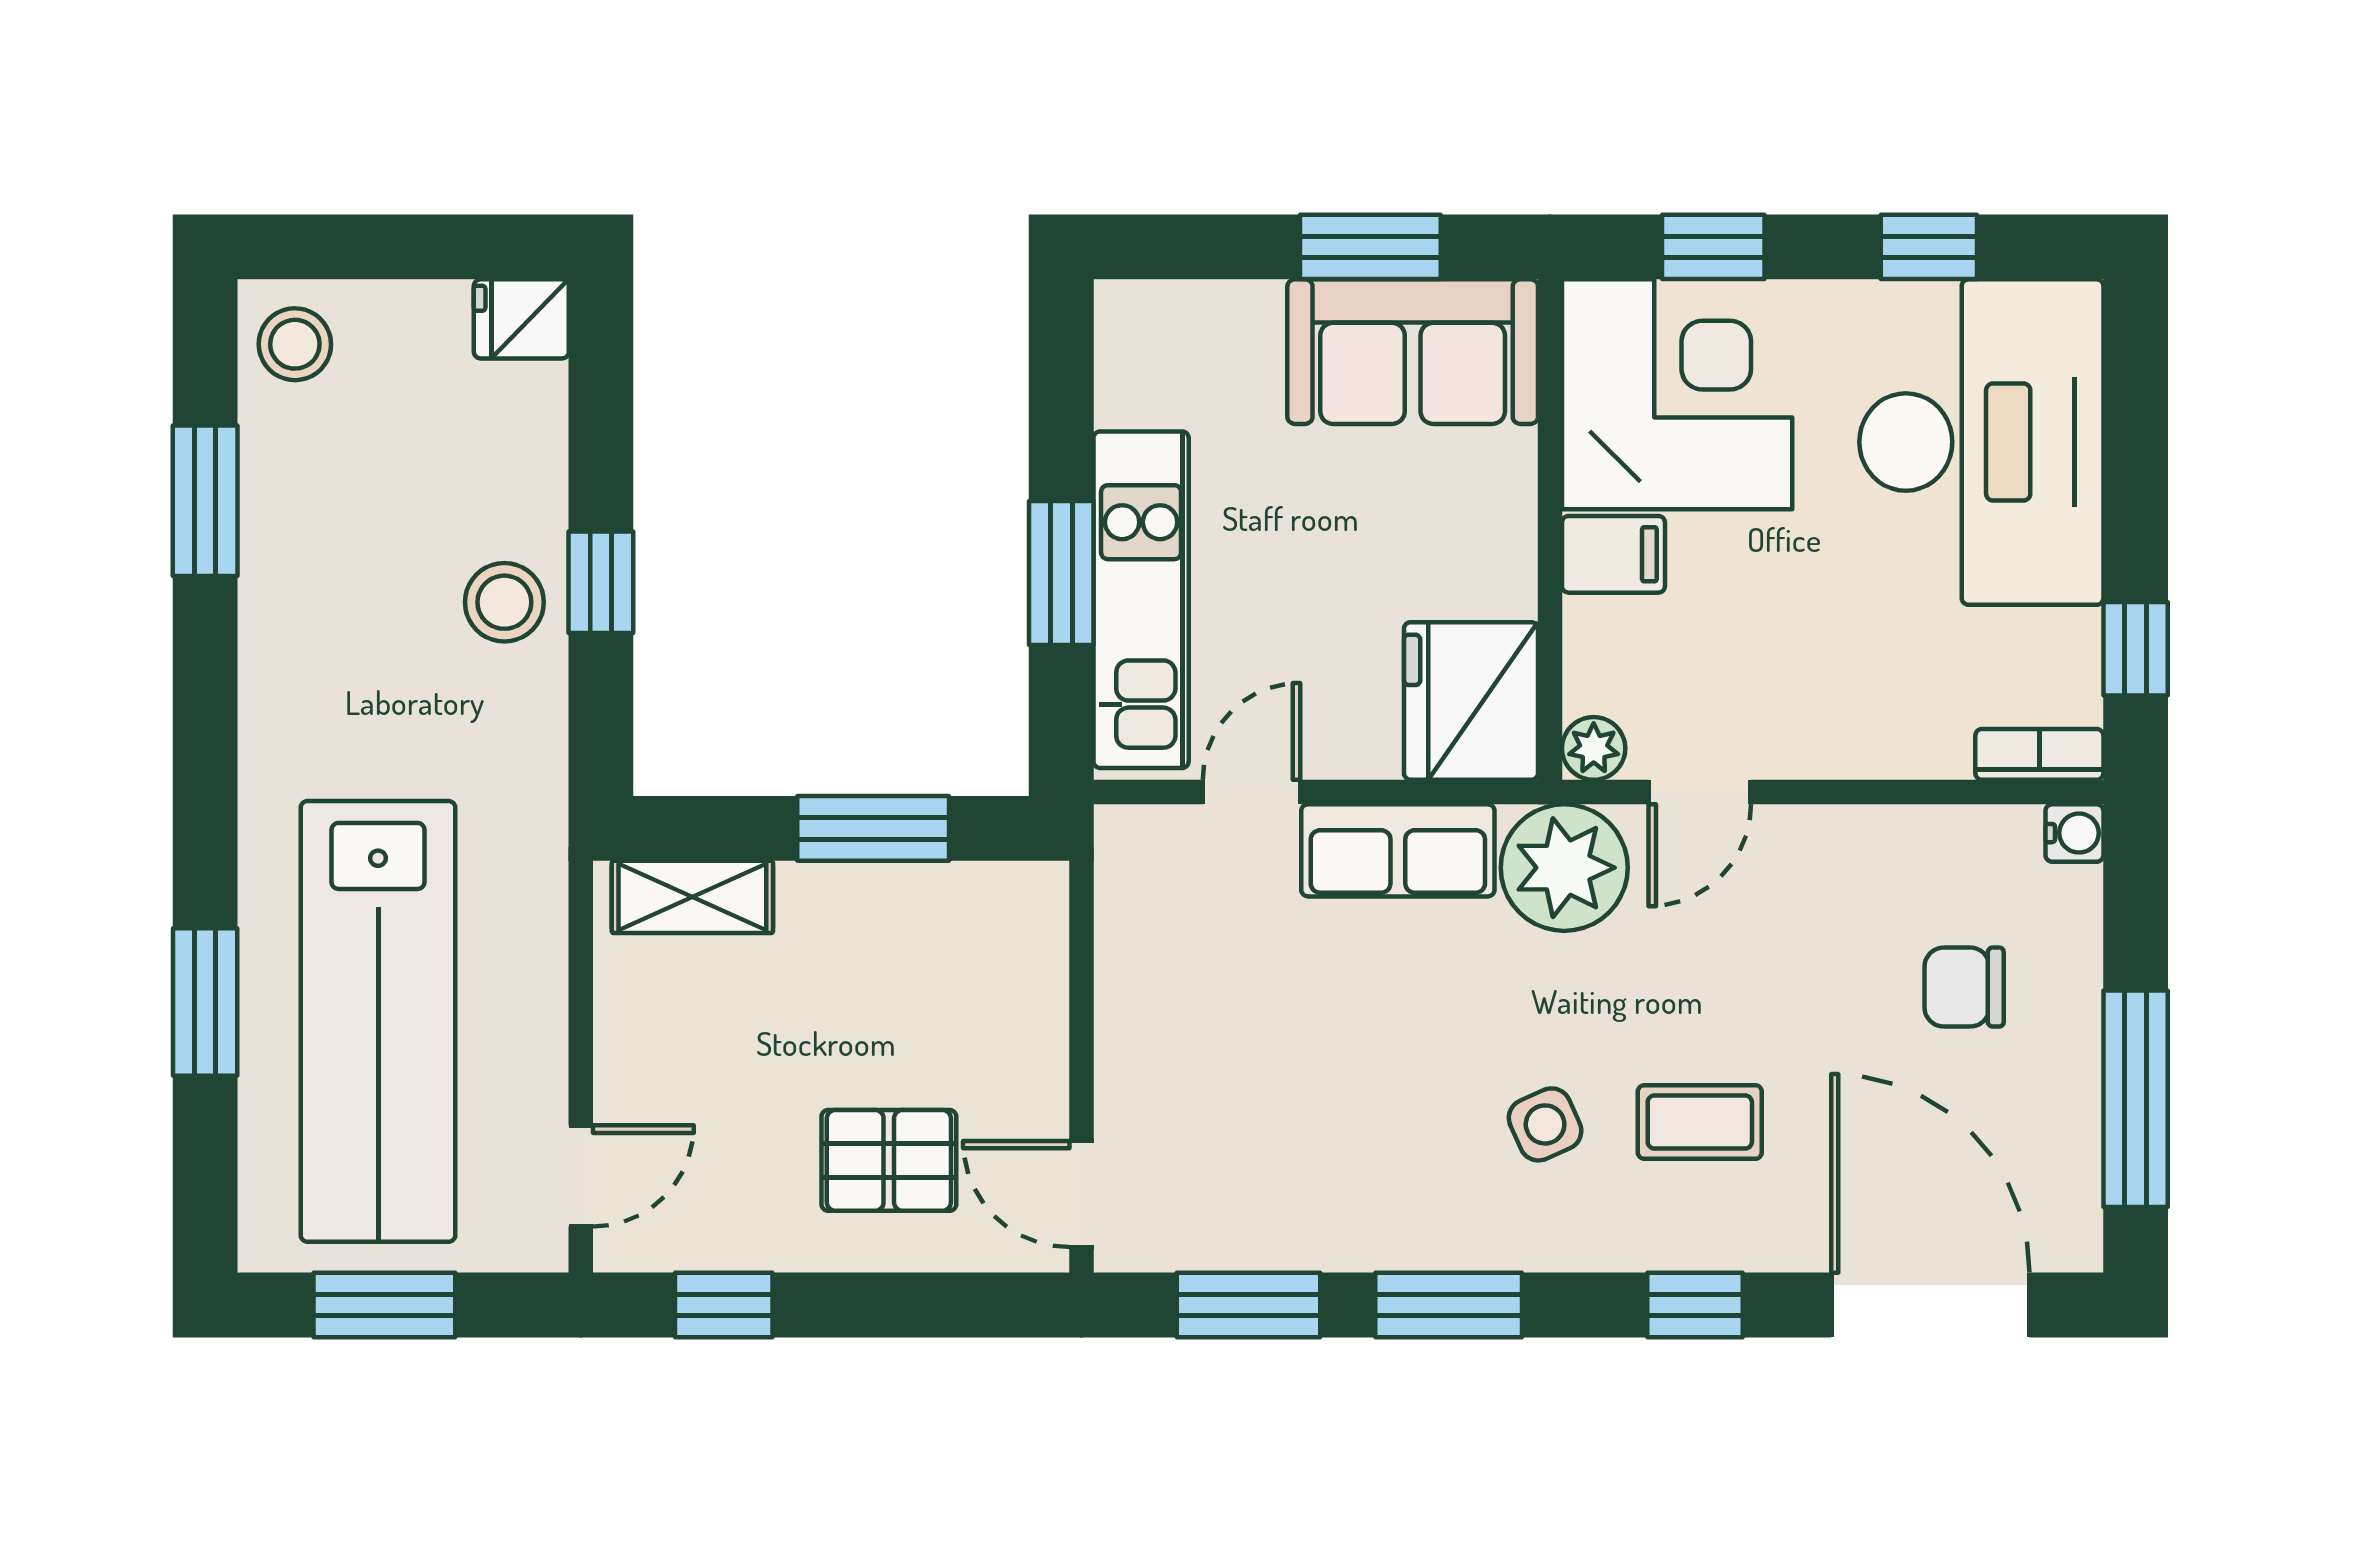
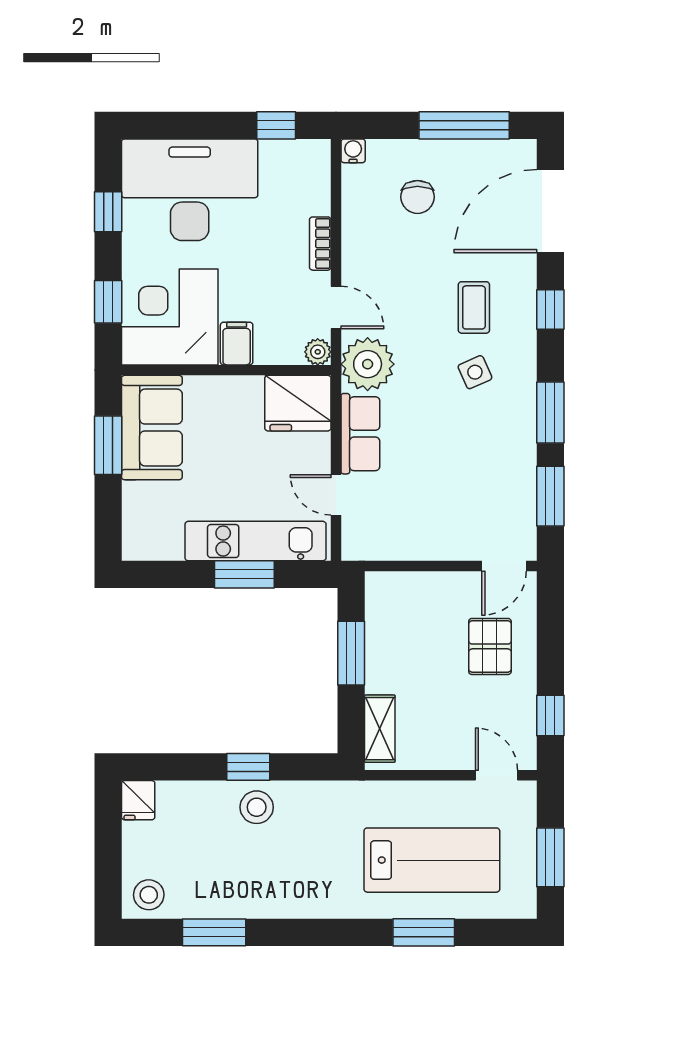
bookcase: (2039, 754) -> (320, 244), moved
lab bench: (378, 1021) -> (432, 860), width x0.73

